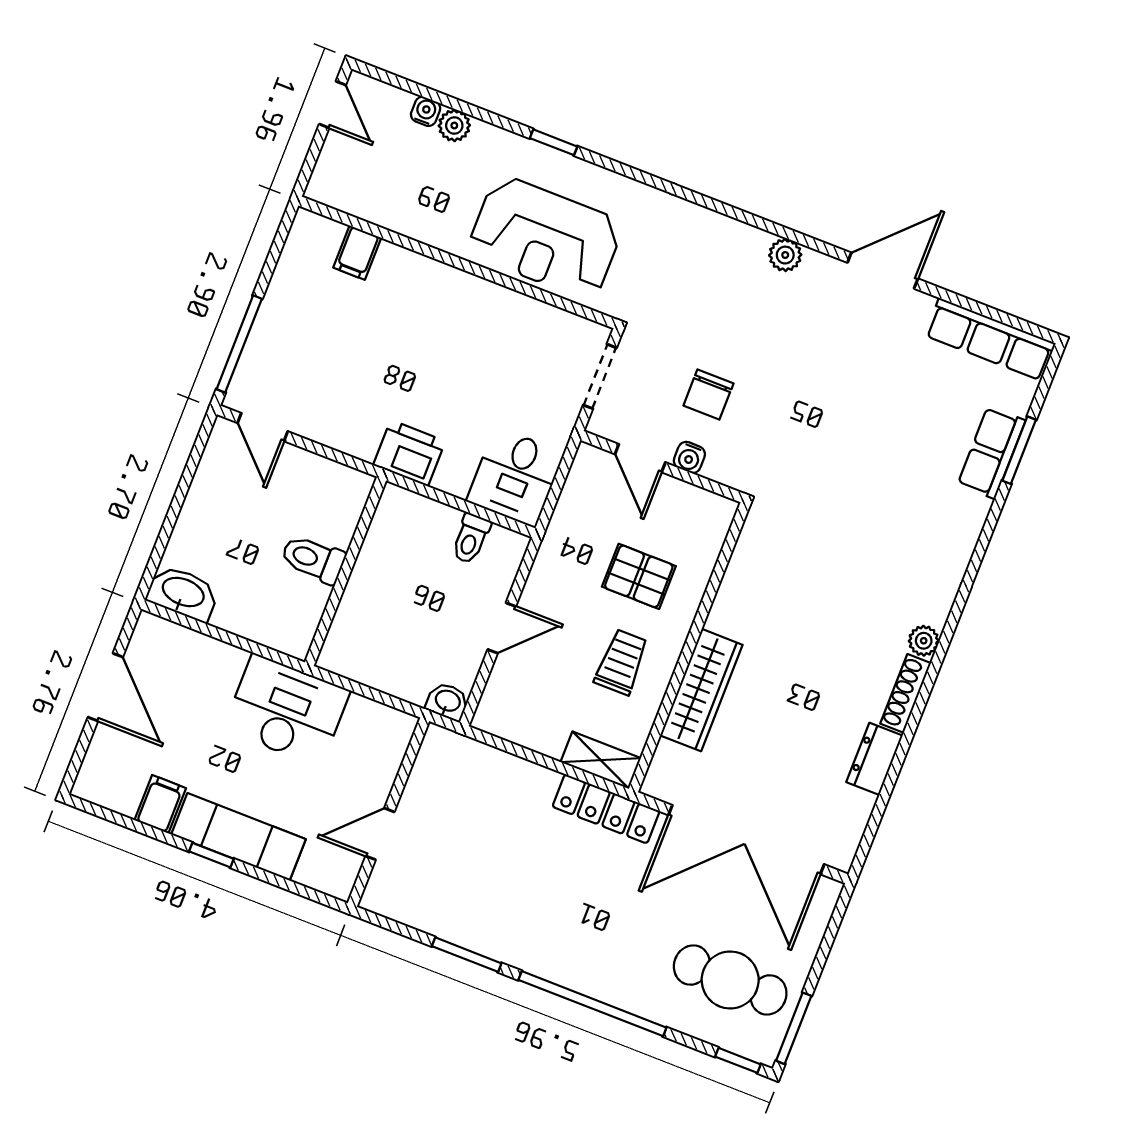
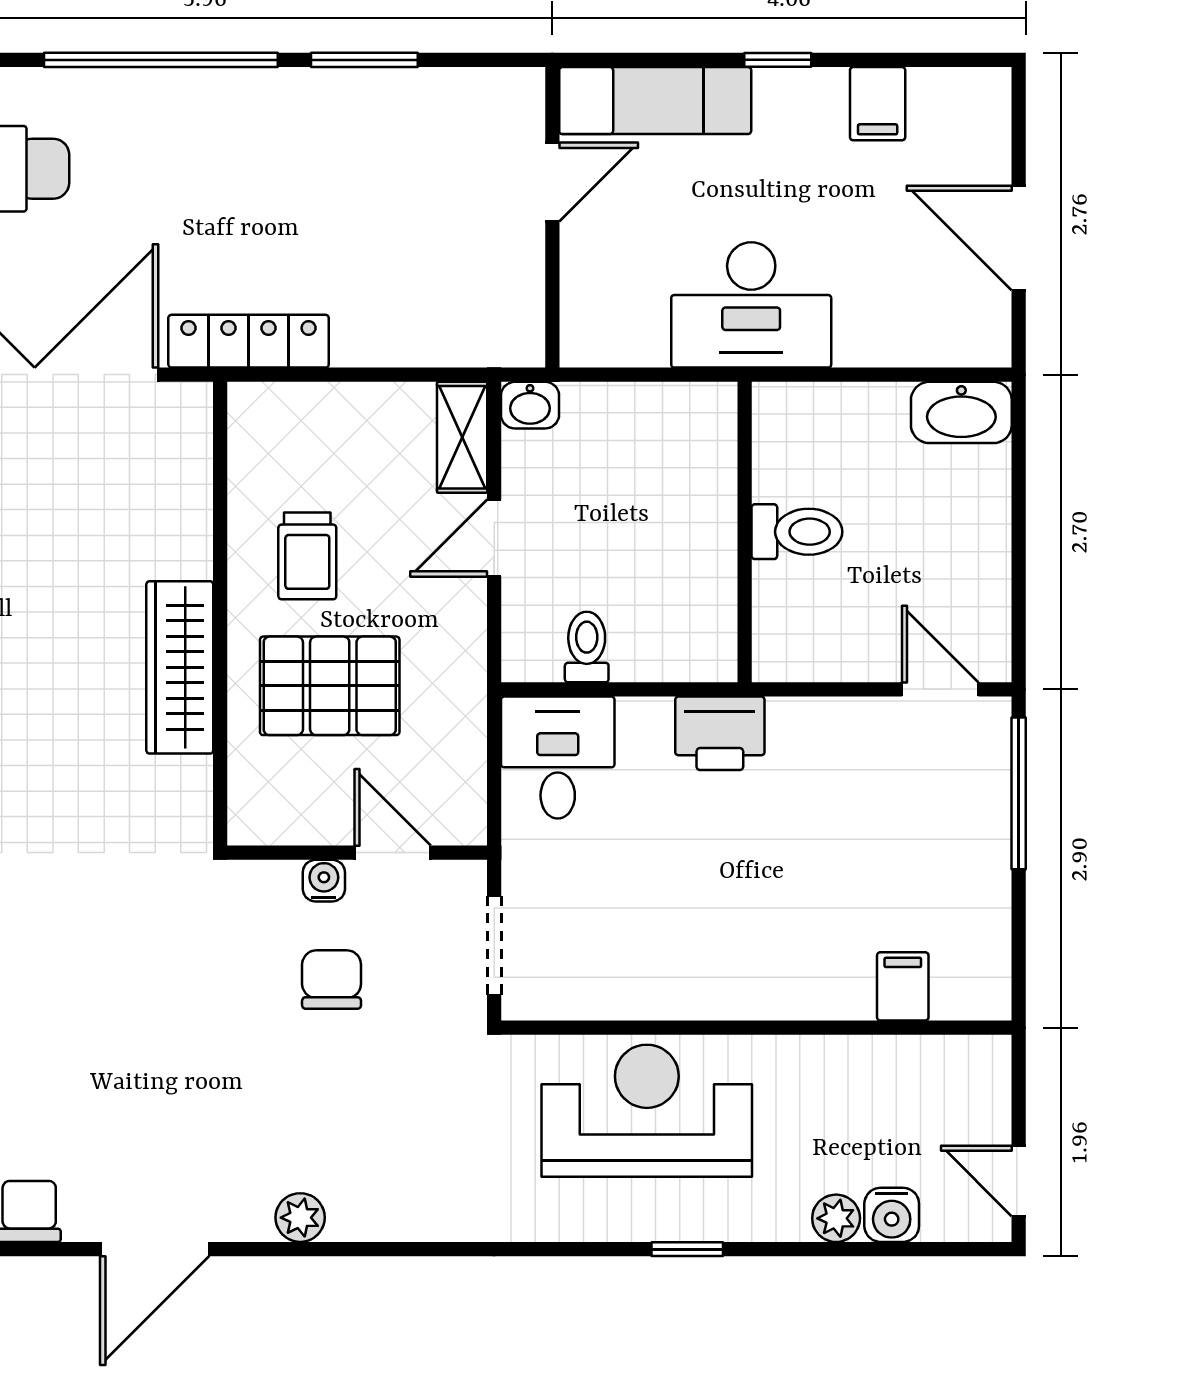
water cooler: (426, 111) -> (892, 1215), width x1.38, depth x1.38
pallet: (639, 576) -> (330, 686), width x1.50, depth x1.42
wardrobe: (701, 690) -> (180, 667), moved
shelving: (601, 760) -> (462, 437), moved, turned 90
exam couch: (239, 837) -> (655, 101), moved

